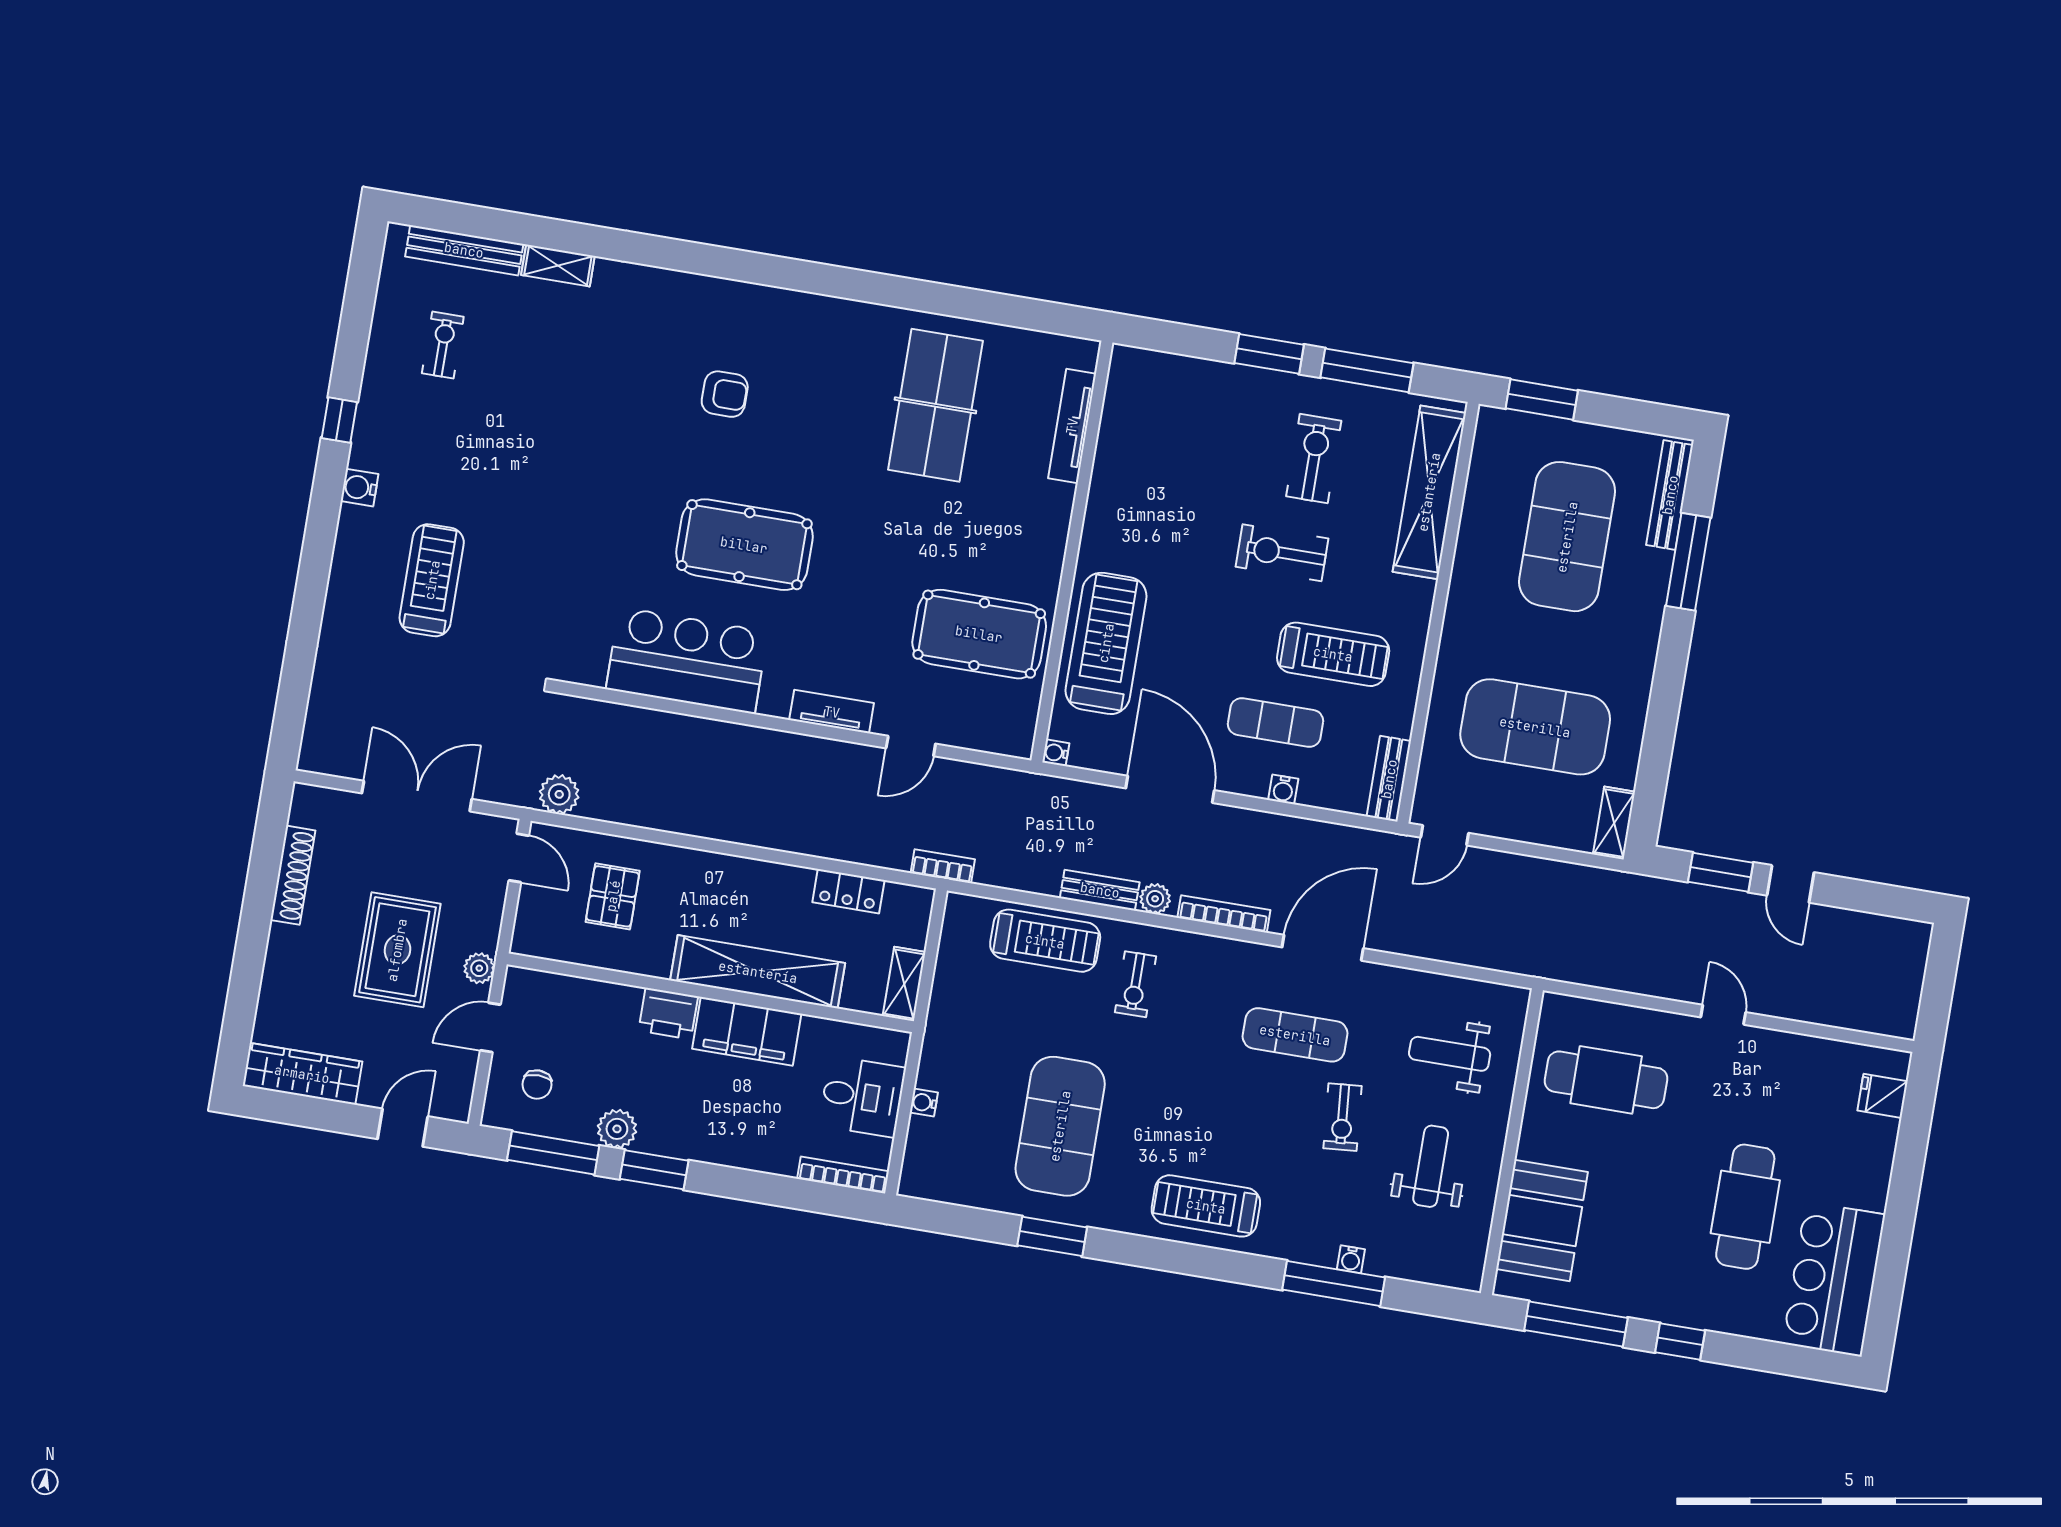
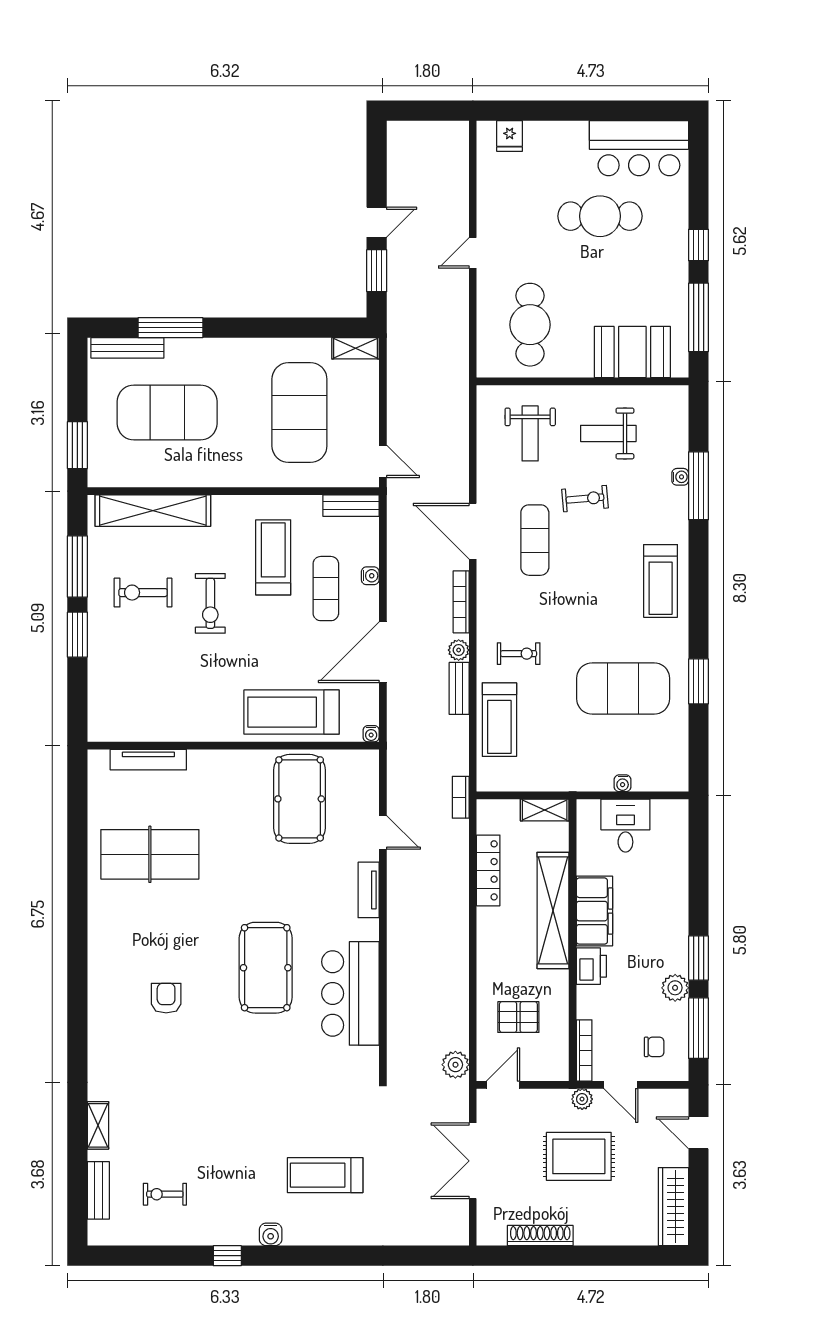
bench: (464, 250) -> (98, 1190), width x0.73
locker: (848, 891) -> (488, 870), width x1.53
treadmill: (1045, 941) -> (499, 720), turned 180
bookcase: (843, 1175) -> (584, 1050), moved, turned 180

